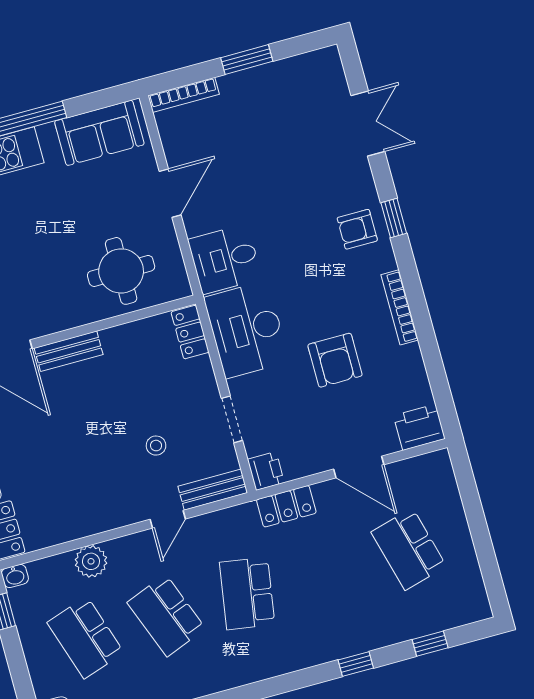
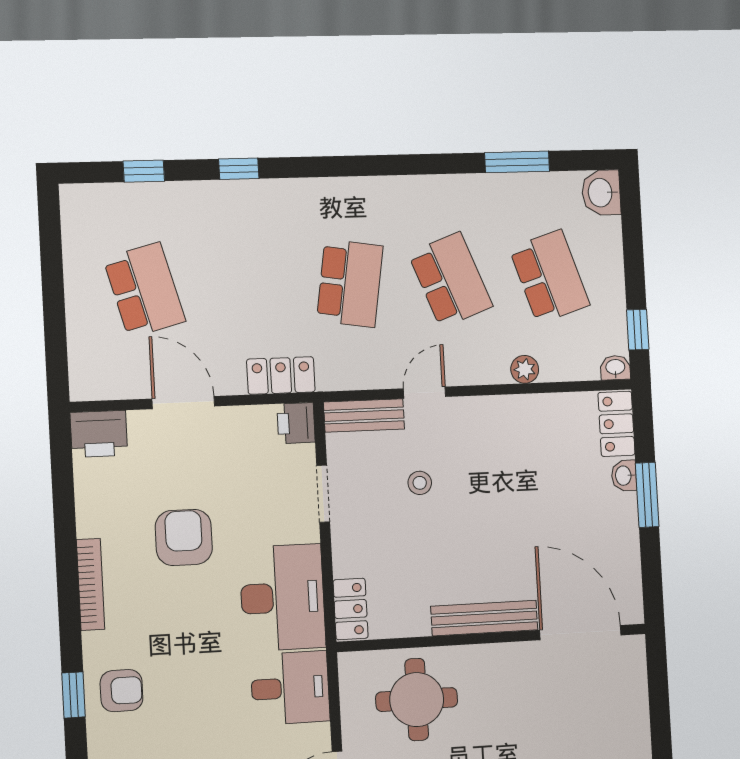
bench: (69, 351) -> (484, 618), width x1.36
plant: (91, 561) -> (525, 369), width x0.73, depth x0.73

